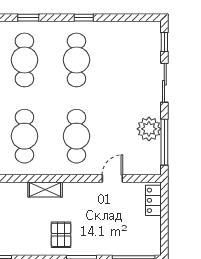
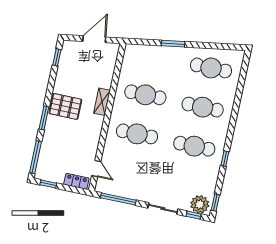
window: (28, 18) -> (215, 203), moved
plant: (149, 129) -> (200, 204), moved
door: (112, 178) -> (96, 169), moved
pallet: (61, 235) -> (65, 106), width x1.50, depth x1.42
window: (164, 235) -> (48, 184), added

